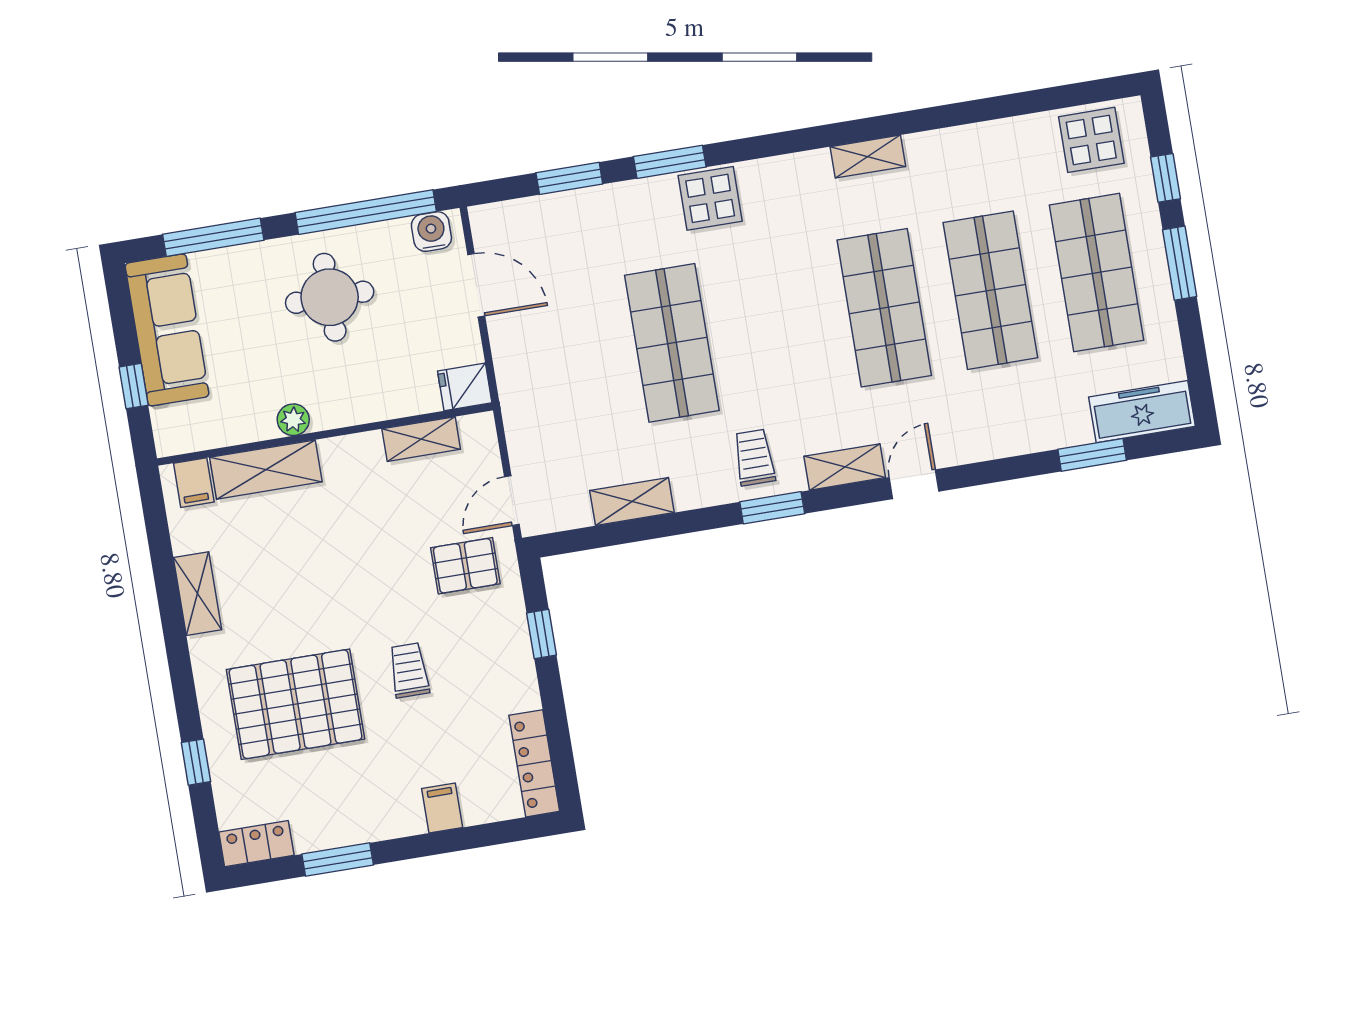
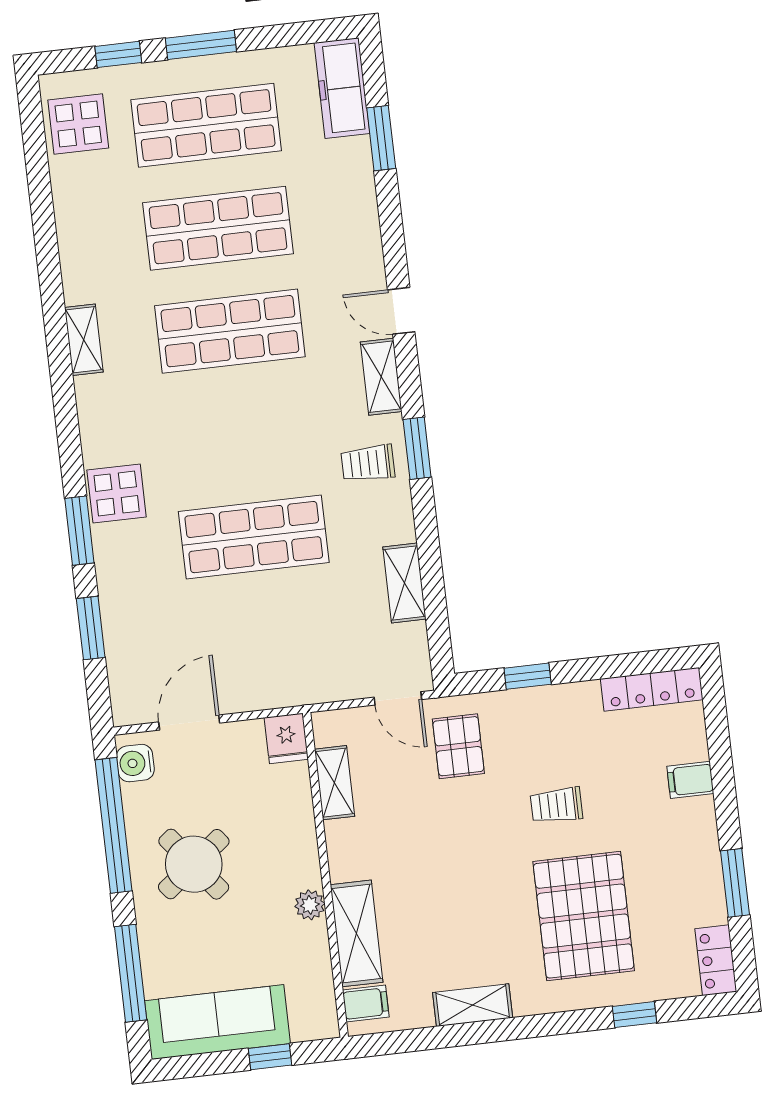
round table: (330, 297) -> (194, 864), turned -38

